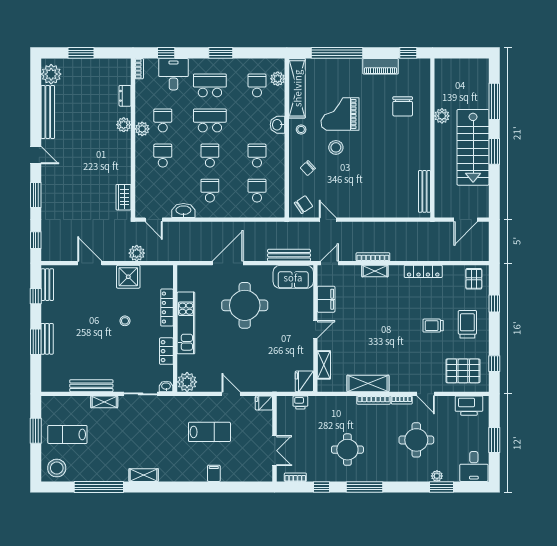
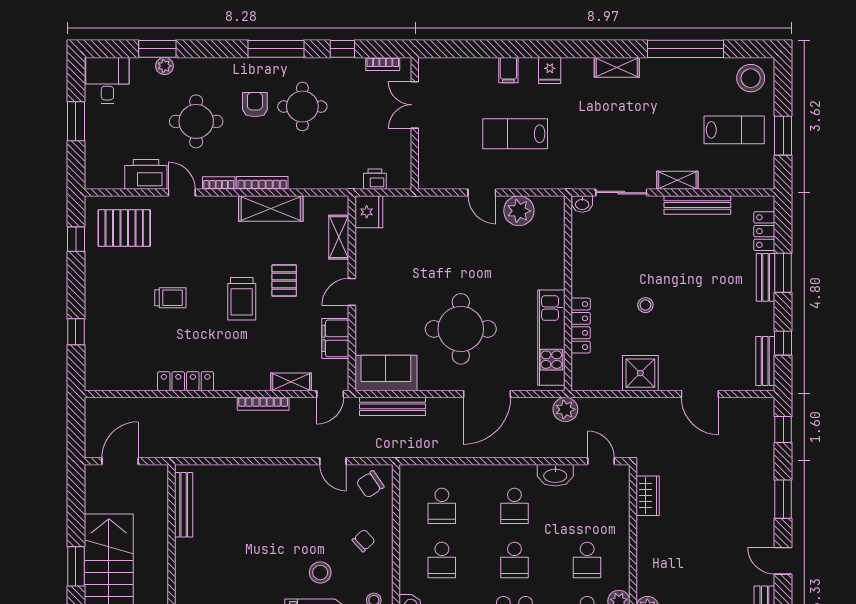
plant: (137, 253) -> (565, 409), moved
shelving: (375, 271) -> (291, 382), moved
pallet: (474, 279) -> (284, 281), moved
kitchen unit: (186, 323) -> (551, 338), moved
trolley: (467, 324) -> (242, 299), moved
locker: (166, 351) -> (764, 231), moved, turned 180
plant: (187, 382) -> (519, 211), moved
fridge: (264, 403) -> (550, 70), moved, turned 90
printer: (469, 406) -> (146, 174), moved
armchair: (378, 451) -> (255, 105), added

